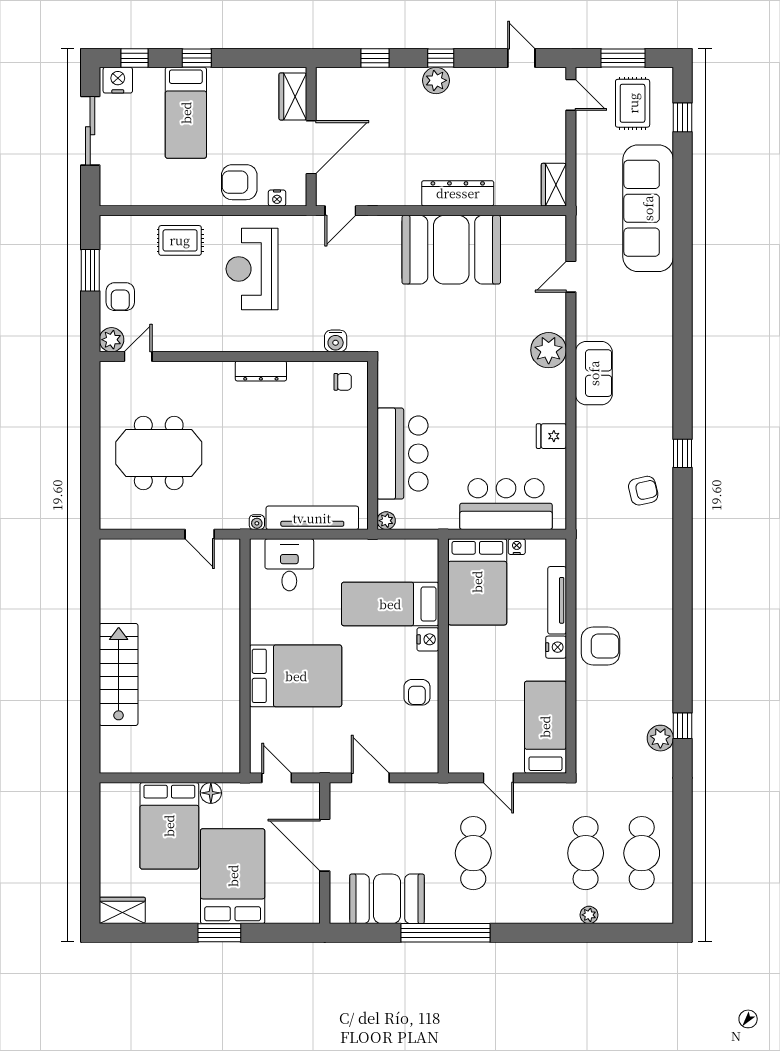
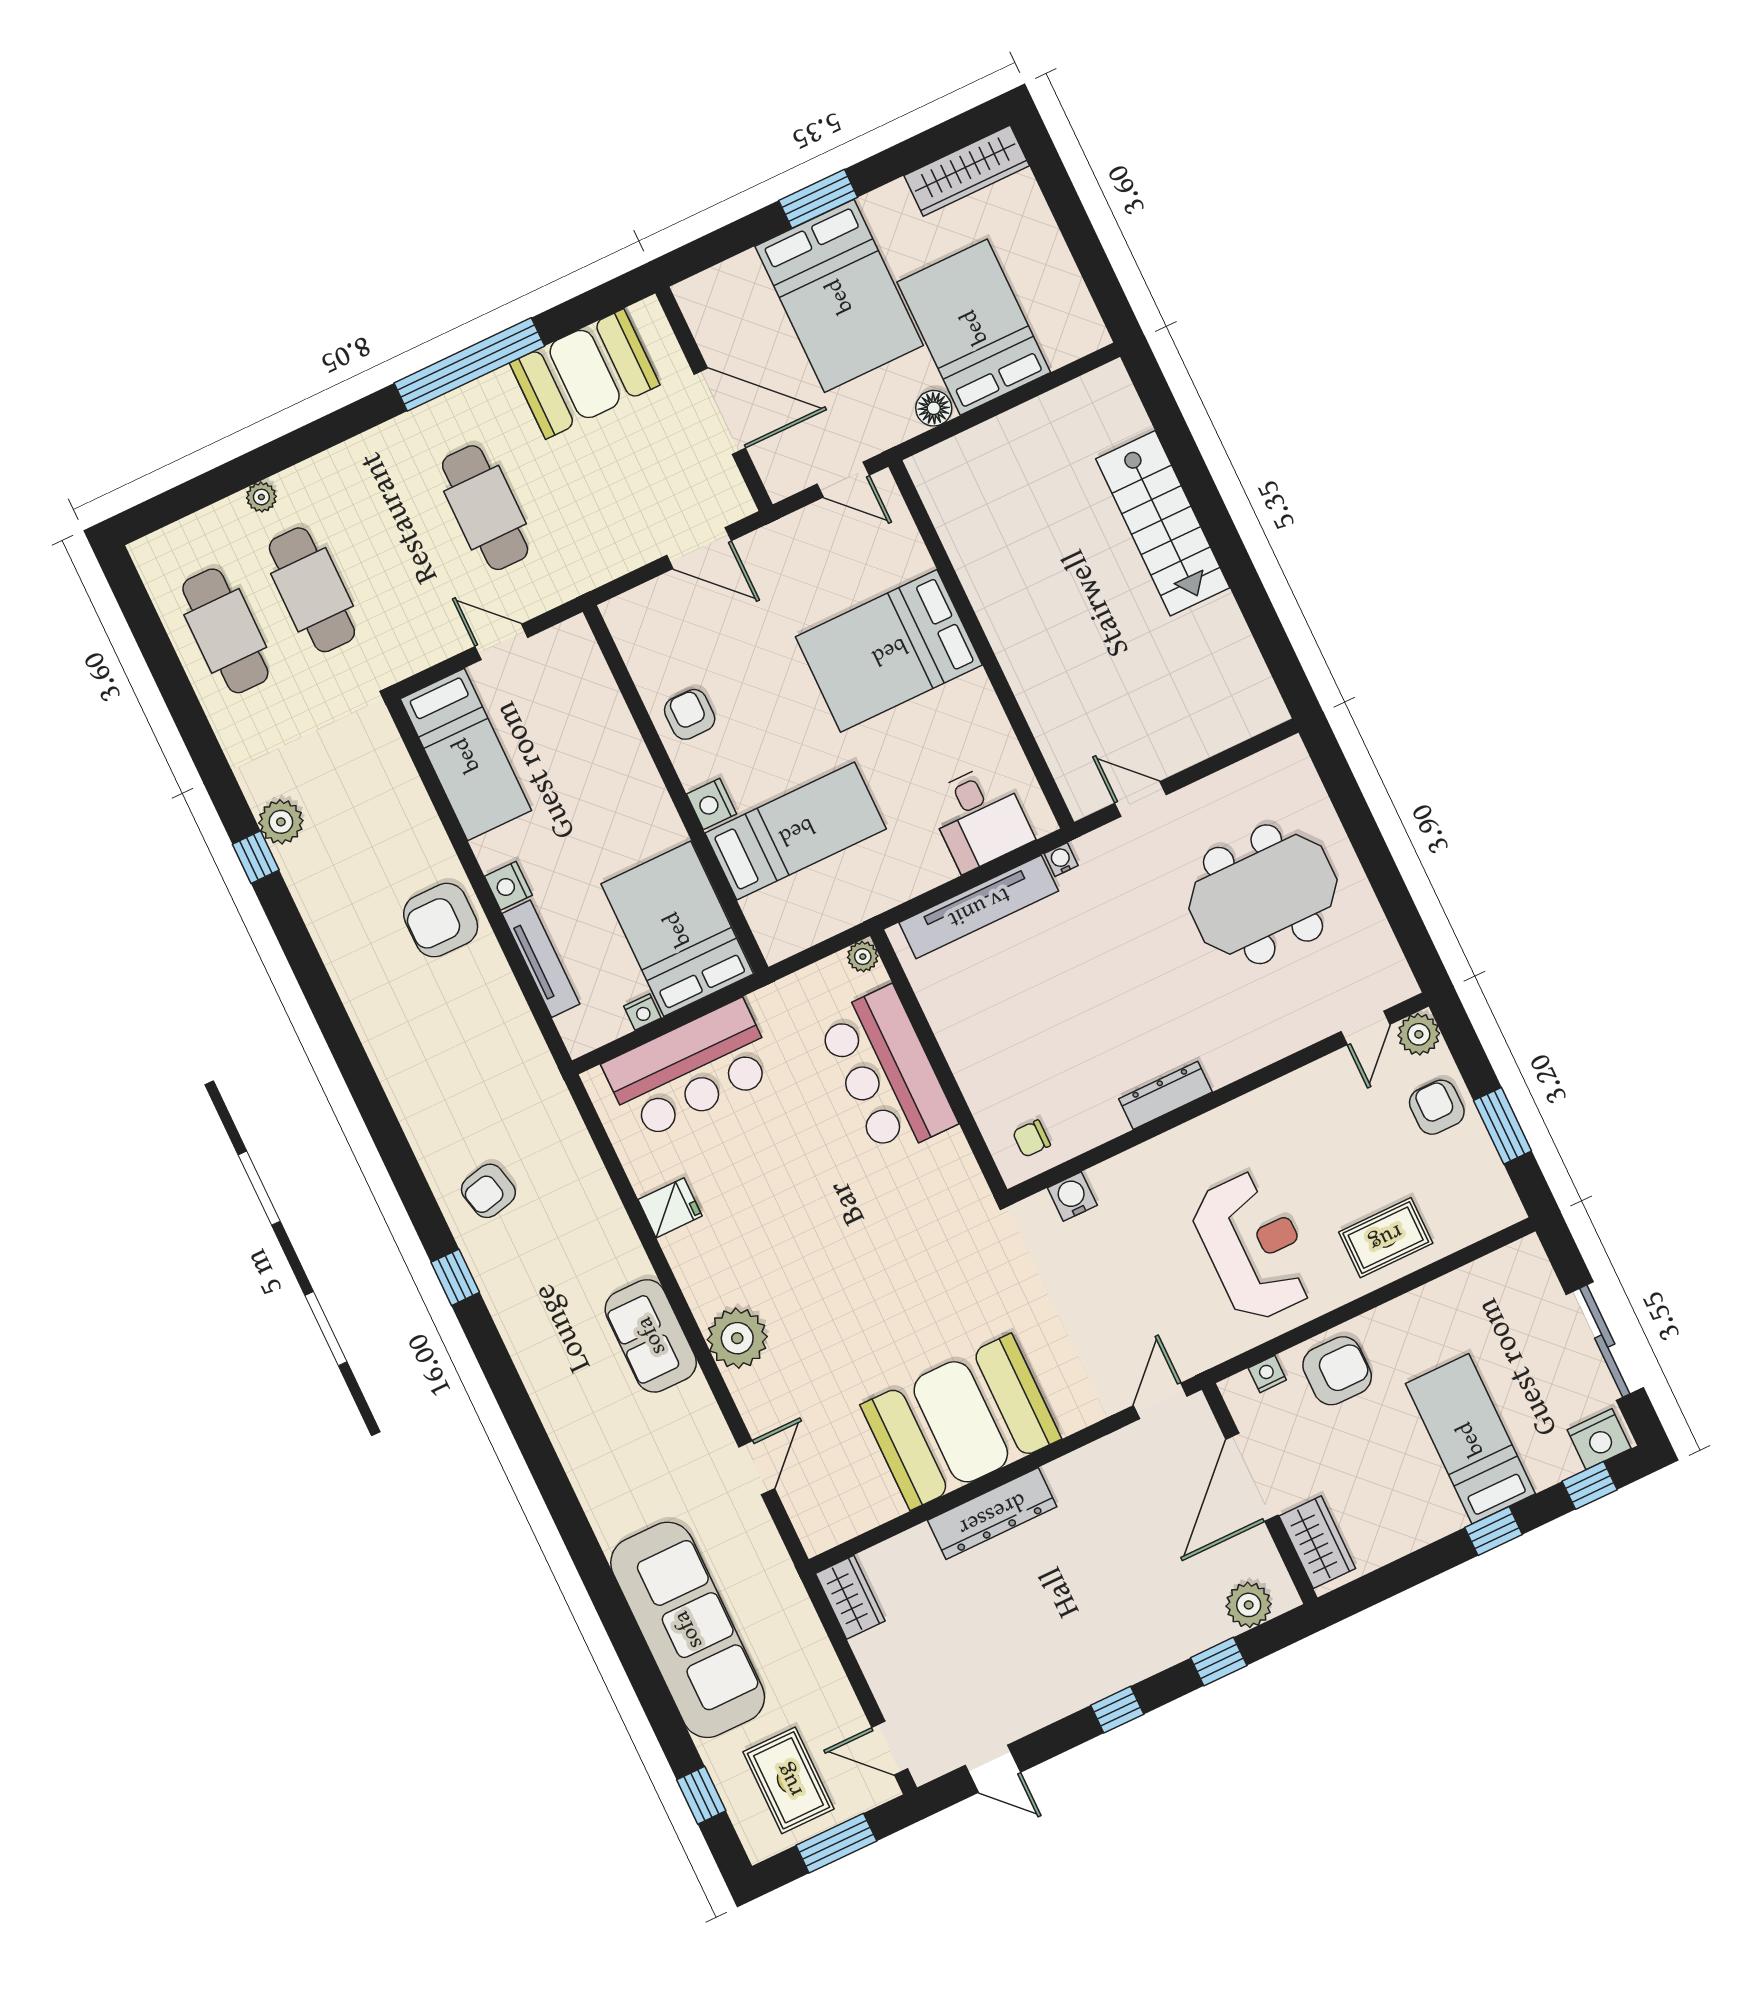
plant: (436, 80) -> (1249, 1605), moved
wardrobe: (122, 910) -> (967, 171), width x1.50

